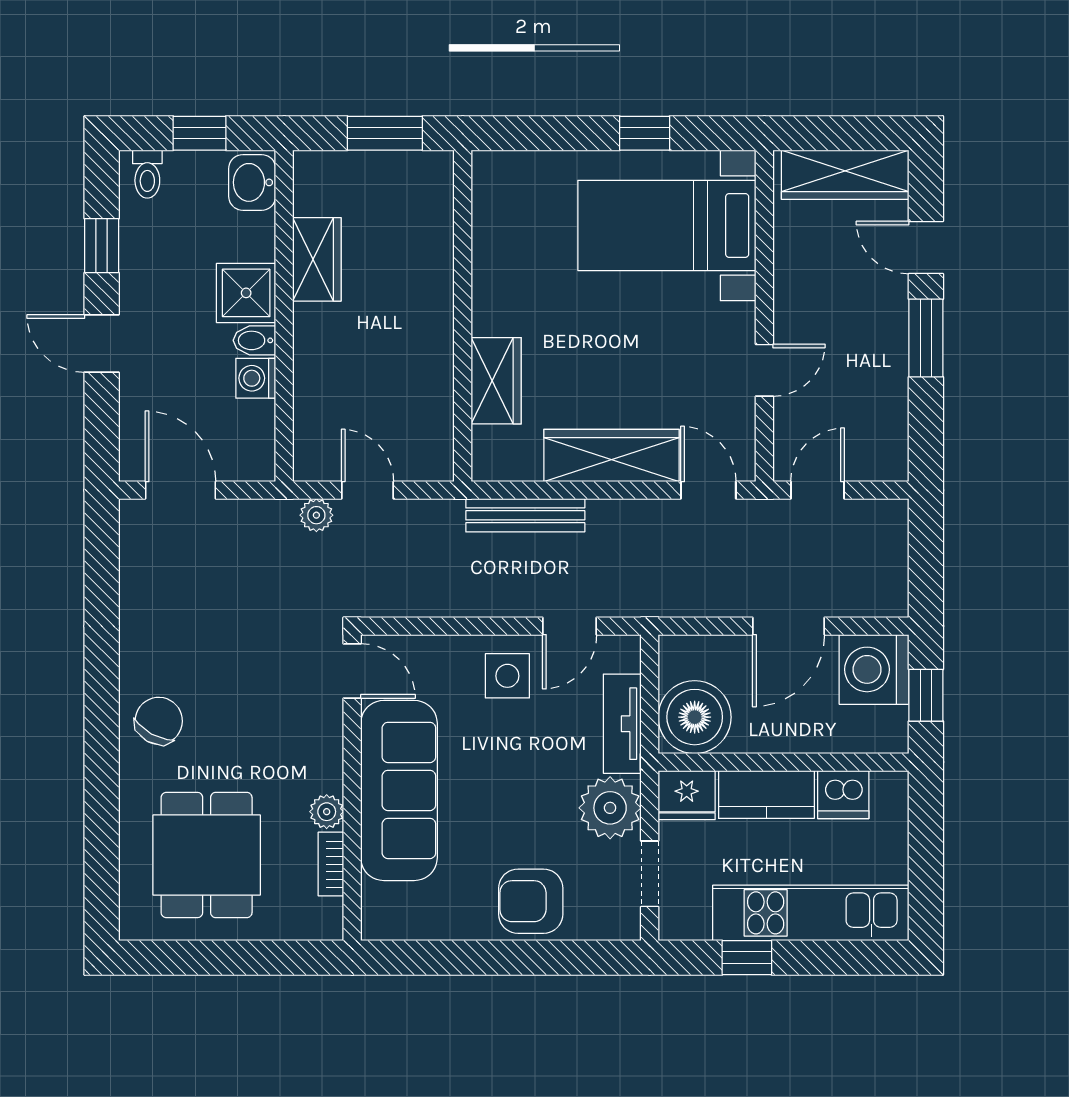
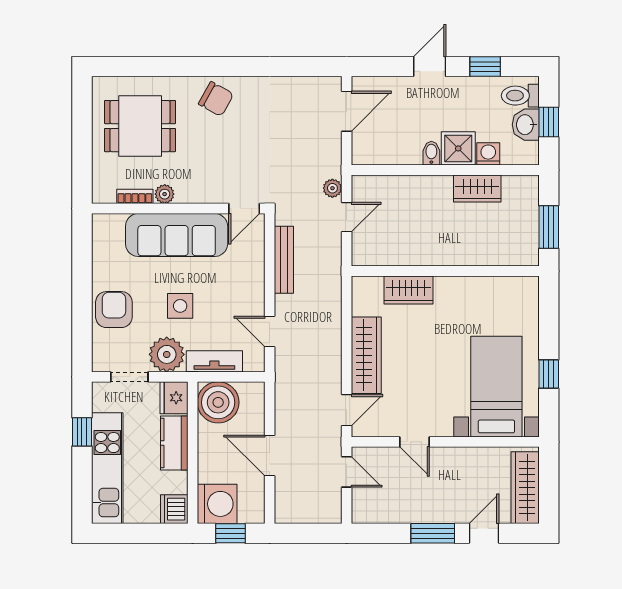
toilet: (147, 174) -> (520, 96), width x1.37, depth x1.39
washbasin: (252, 182) -> (526, 125), moved, turned -90
washing machine: (256, 378) -> (488, 154), moved
bench: (525, 515) -> (284, 260), moved
washing machine: (874, 669) -> (217, 504), moved, turned 90
side table: (507, 676) -> (180, 306), moved
dishwasher: (843, 795) -> (174, 509), moved

